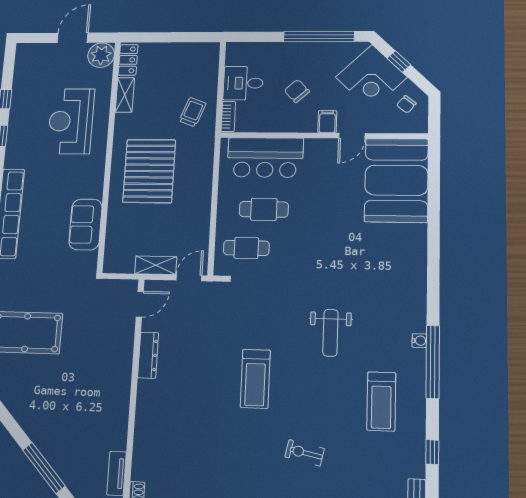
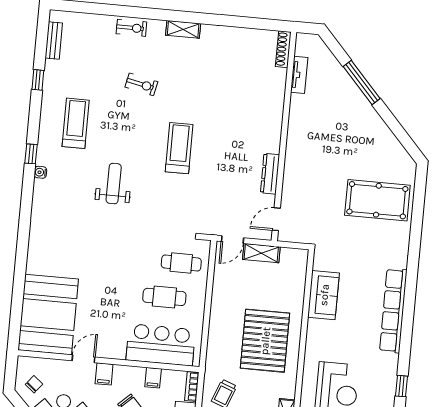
filing cabinet: (272, 122) -> (153, 378), added
window: (433, 362) -> (31, 154), width x0.32

